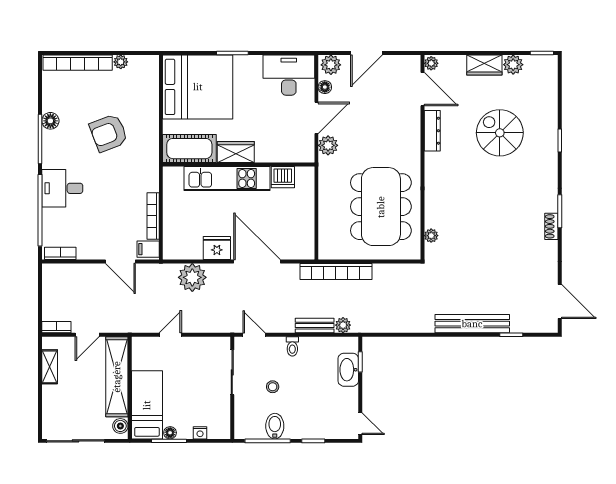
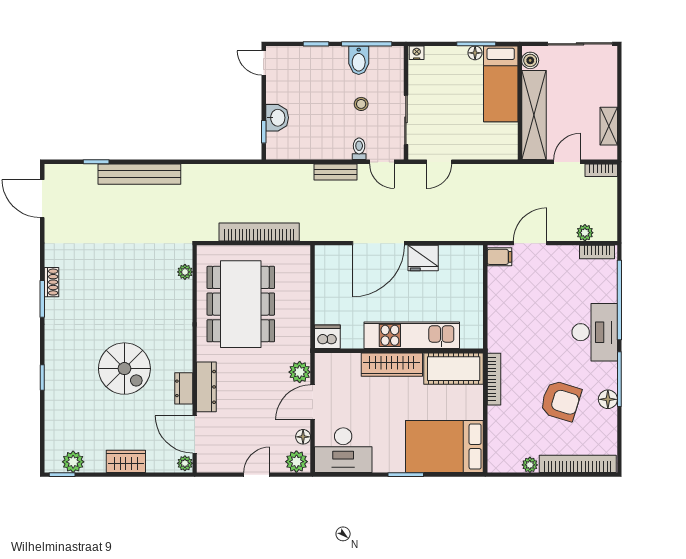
door: (367, 53) -> (257, 475), width x0.73
plant: (513, 65) -> (73, 462), moved
bed: (198, 87) -> (444, 446), width x0.73
dresser: (432, 131) -> (184, 388), width x0.70
dresser: (412, 132) -> (206, 387), added
armchair: (109, 133) -> (561, 401), moved, turned 38
spiral stairs: (500, 133) -> (124, 369), moved
wardrobe: (236, 152) -> (392, 365), width x1.50
dishwasher: (283, 177) -> (327, 337), moved
desk: (62, 188) -> (595, 332), width x1.37
bookcase: (153, 216) -> (494, 379), moved
door: (120, 262) -> (530, 243), hinge flipped
door: (257, 262) -> (378, 243), hinge flipped
bookcase: (336, 272) -> (259, 232), moved
plant: (192, 277) -> (585, 233), moved, width x0.53, depth x0.53
plant: (343, 325) -> (283, 172), removed
bench: (315, 326) -> (336, 172), moved
door: (170, 335) -> (439, 162), moved
toilet: (292, 346) -> (359, 149), moved
washbasin: (348, 370) -> (277, 118), width x0.72
nightstand: (200, 433) -> (417, 53), moved

